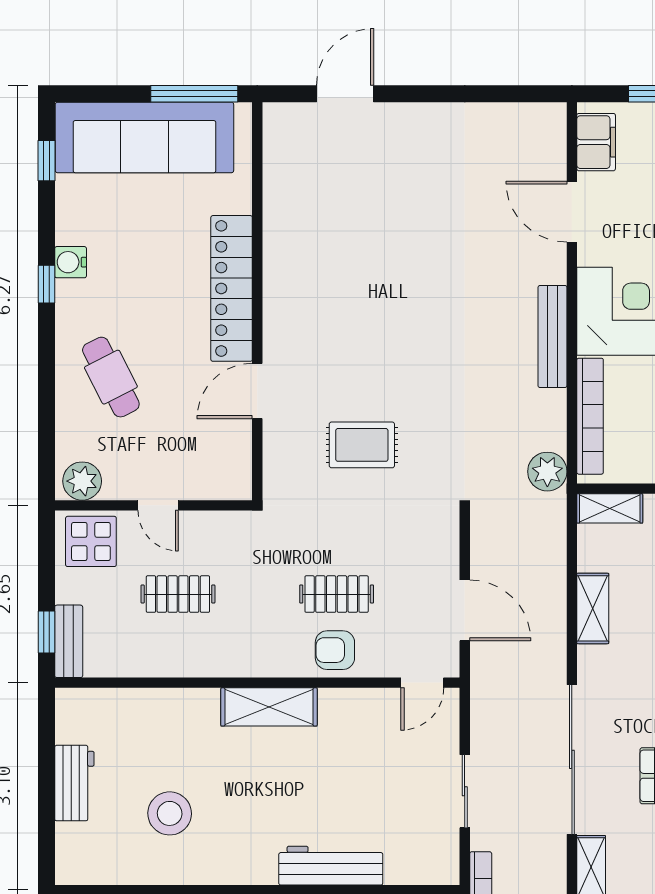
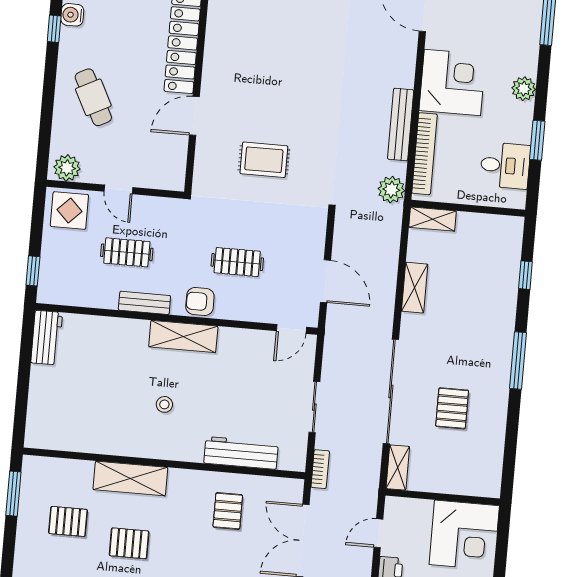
bench: (552, 337) -> (401, 125), moved
bench: (69, 641) -> (144, 303), moved, turned 90
armchair: (335, 650) -> (200, 301), moved
workbench: (74, 783) -> (47, 338), moved
stool: (170, 813) -> (164, 404), moved, width x0.53, depth x0.53
workbench: (331, 866) -> (241, 453), moved

